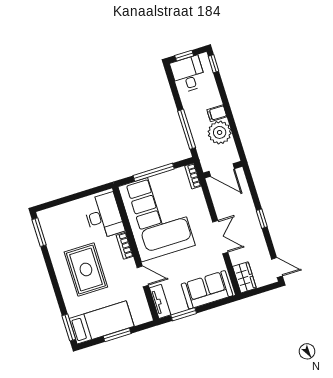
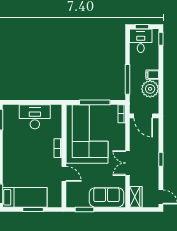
desk: (104, 216) -> (35, 117), moved, turned -90
double door: (220, 237) -> (127, 163), swing flipped
rug: (86, 269) -> (25, 156), removed
tv unit: (160, 301) -> (71, 195), removed

